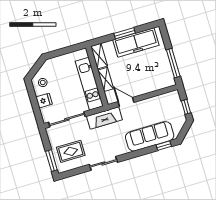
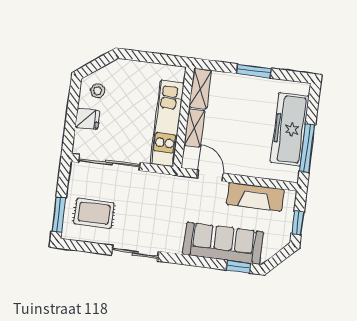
freezer: (136, 43) -> (290, 129), moved, turned 90
fireplace: (104, 118) -> (255, 197), moved

